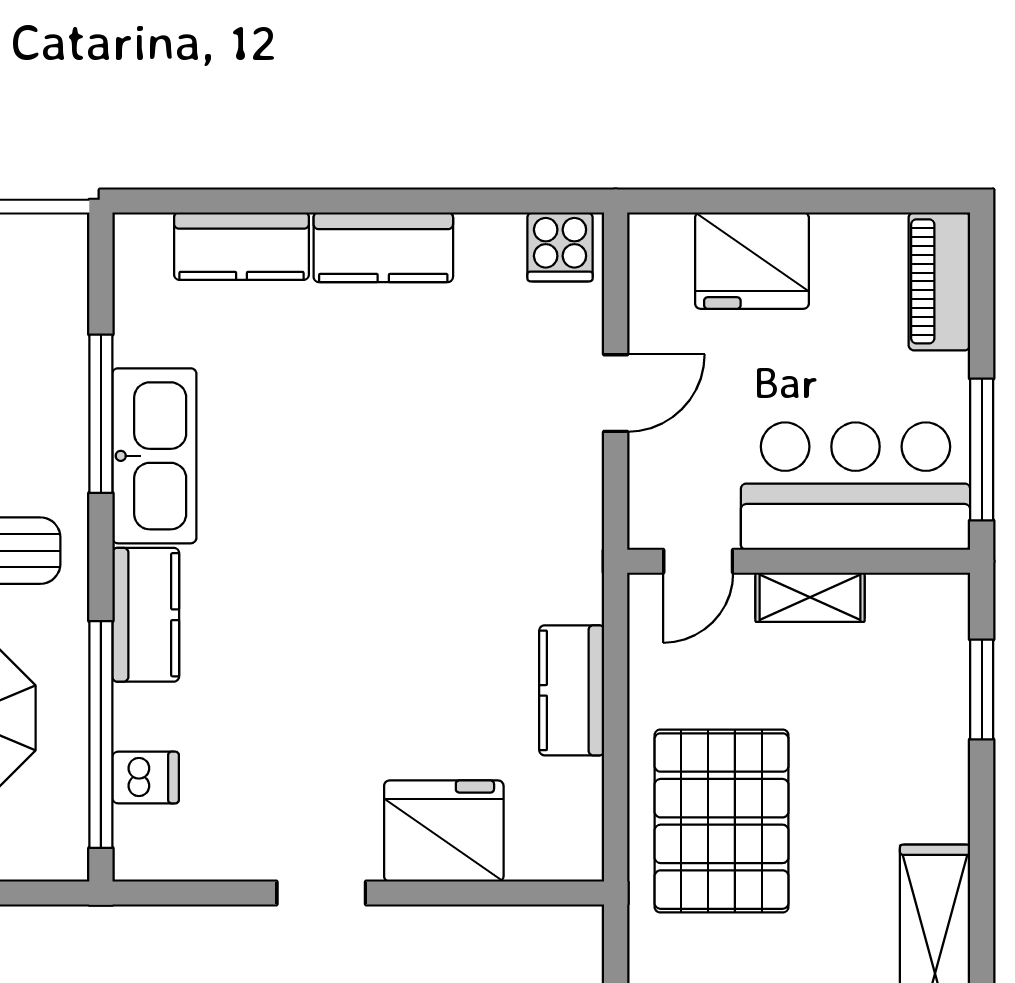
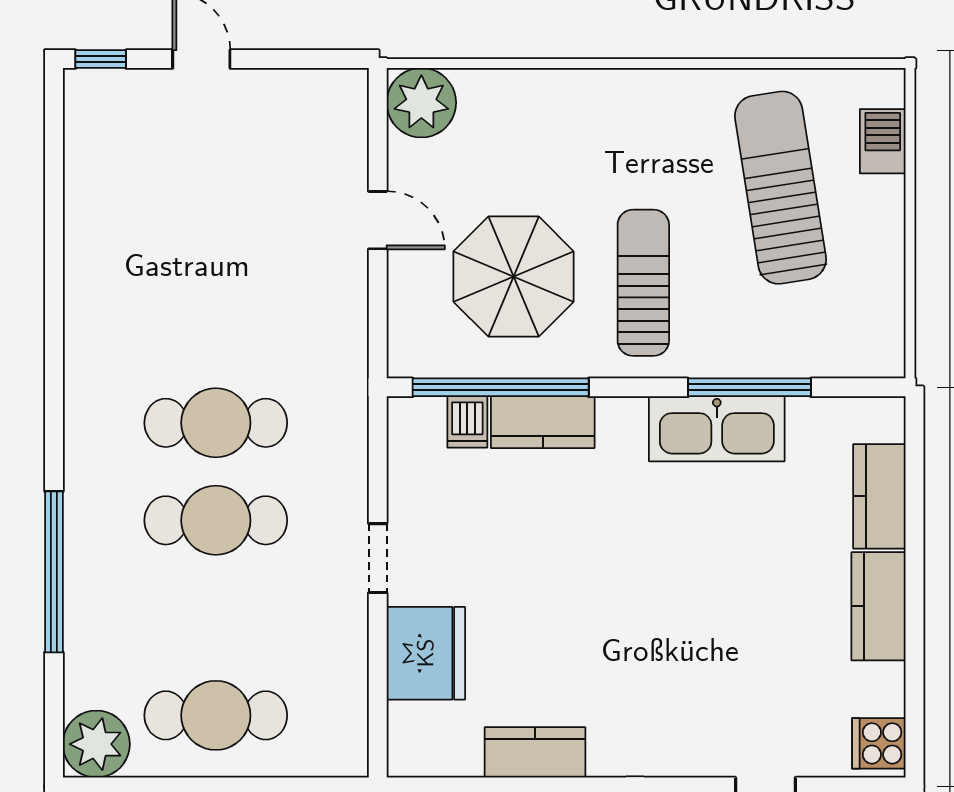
kitchen counter: (146, 615) -> (543, 422), moved

